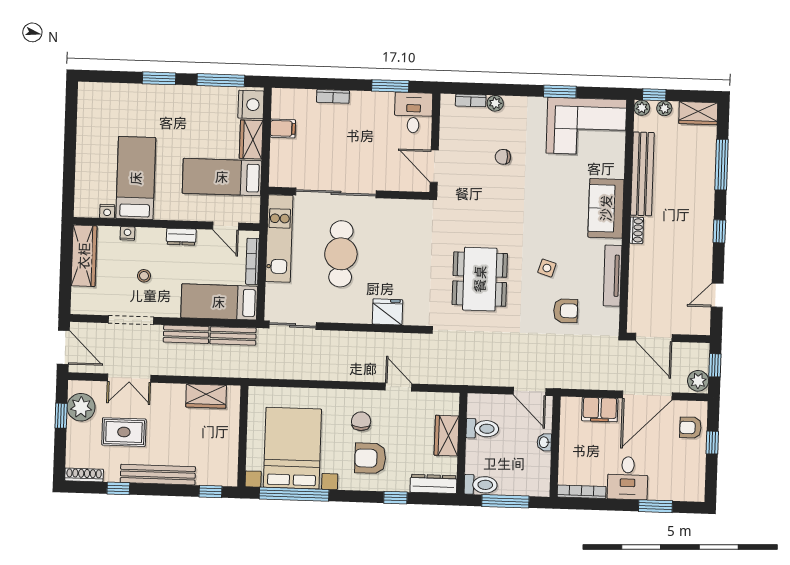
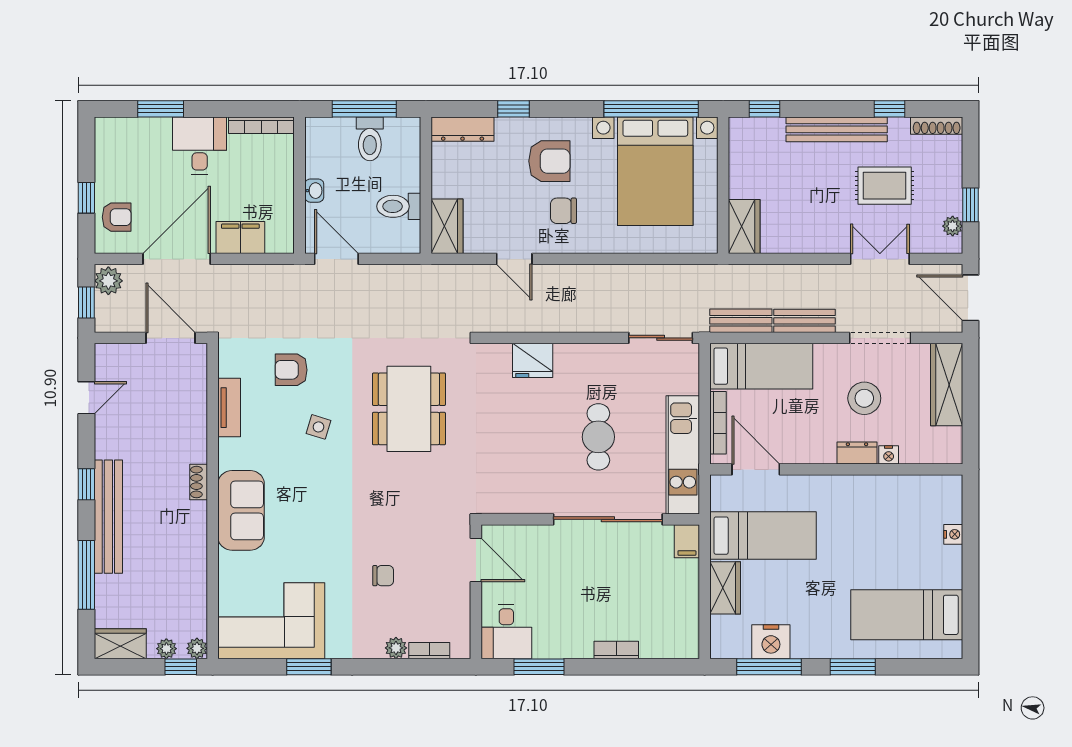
nightstand: (251, 105) -> (771, 642), moved, turned -90
filing cabinet: (283, 128) -> (687, 541), moved, turned -90
bench: (642, 174) -> (108, 517), moved
bed: (136, 178) -> (907, 615), moved, turned 90
nightstand: (107, 211) -> (953, 534), moved, turned 90
door: (226, 226) -> (756, 469), width x1.38
dresser: (181, 237) -> (857, 453), moved
cafe table: (341, 254) -> (598, 437), width x0.73, depth x0.74
wardrobe: (84, 256) -> (947, 384), moved
stool: (144, 276) -> (864, 398), width x1.89, depth x1.89
tv unit: (613, 276) -> (229, 408), width x0.71
wardrobe: (206, 396) -> (744, 226), moved, turned 90
plant: (81, 407) -> (953, 226), width x0.53, depth x0.53
chair: (361, 421) -> (563, 211), turned 90
wardrobe: (447, 436) -> (447, 226), moved
toilet: (481, 485) -> (370, 139), moved, turned -90

